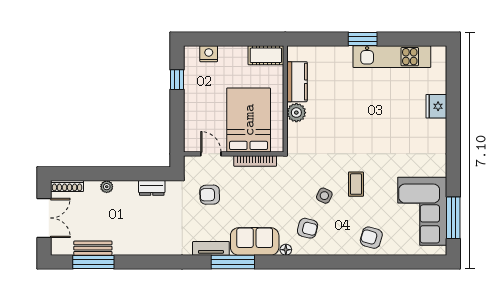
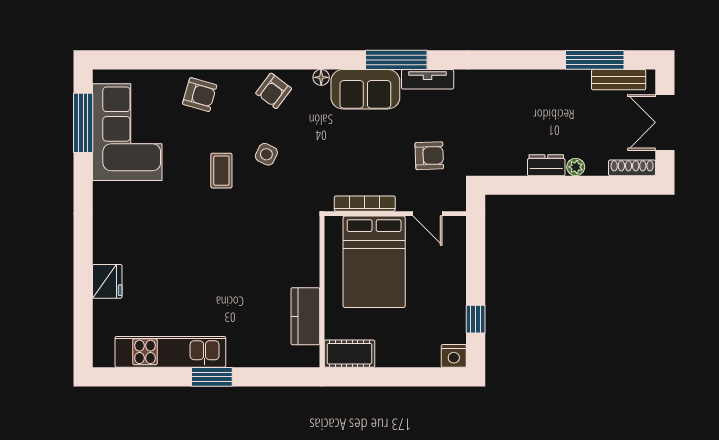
nightstand: (209, 54) -> (454, 356), moved
plant: (296, 113) -> (306, 272), removed
dresser: (152, 188) -> (546, 165), moved
armchair: (308, 228) -> (274, 91), moved, turned -67
bench: (93, 248) -> (619, 80), moved

